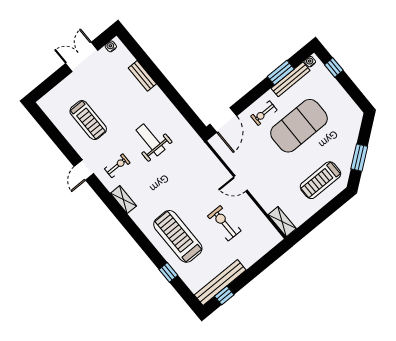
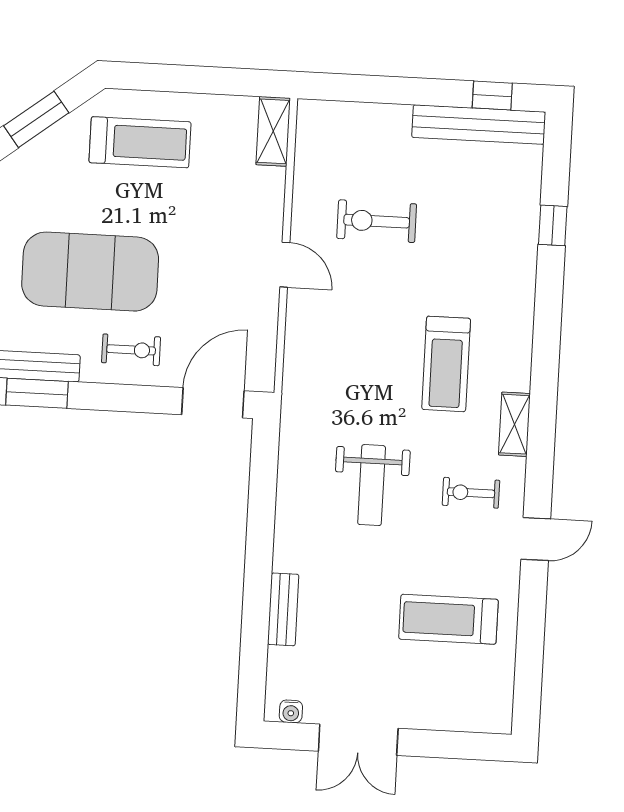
treadmill: (88, 120) -> (448, 619), turned -90
exercise bike: (224, 223) -> (377, 221), turned 90
treadmill: (178, 236) -> (446, 364), moved, width x0.73, depth x0.73

